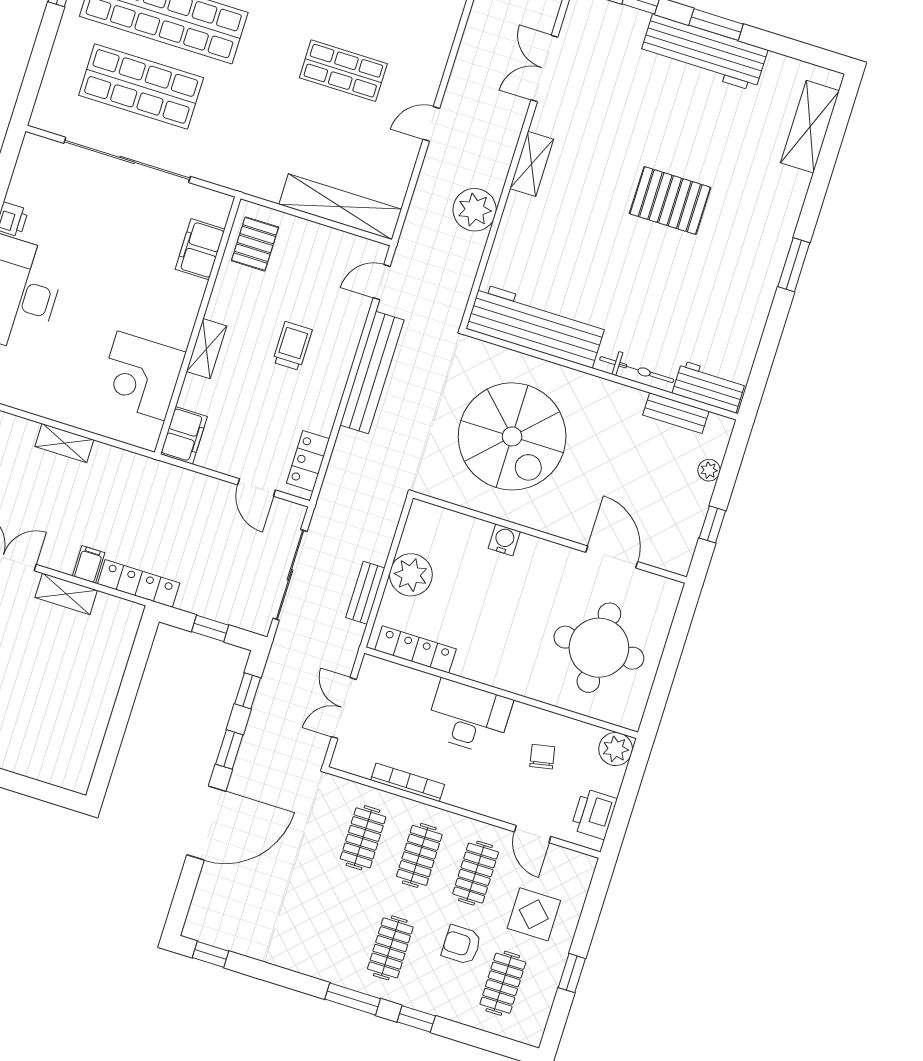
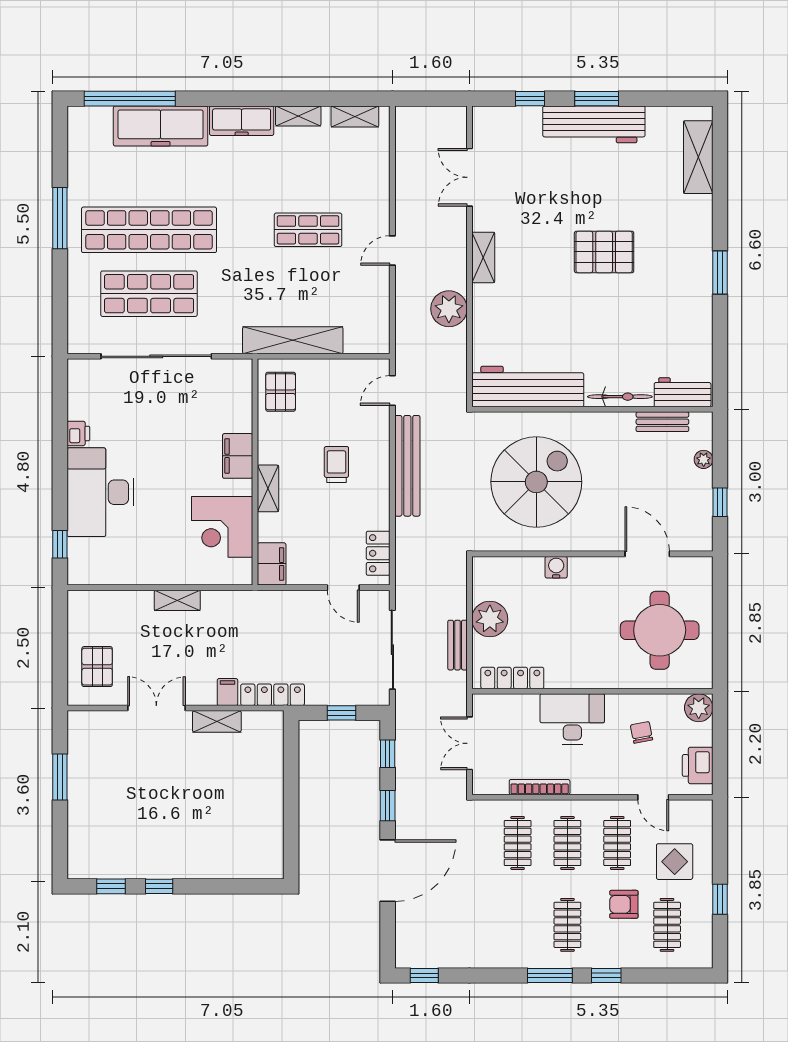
shelving: (340, 207) -> (293, 340), moved
filing cabinet: (200, 249) -> (238, 456), moved
spiral stairs: (512, 436) -> (536, 482), turned -90

